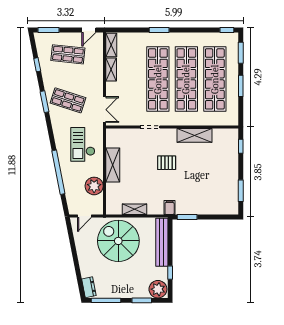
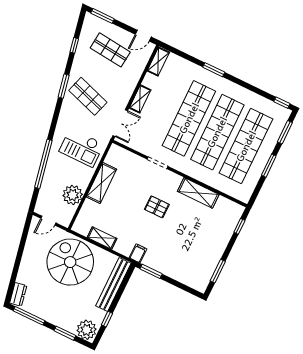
shelving: (111, 70) -> (140, 99), moved
checkout: (83, 144) -> (81, 148), turned -90

